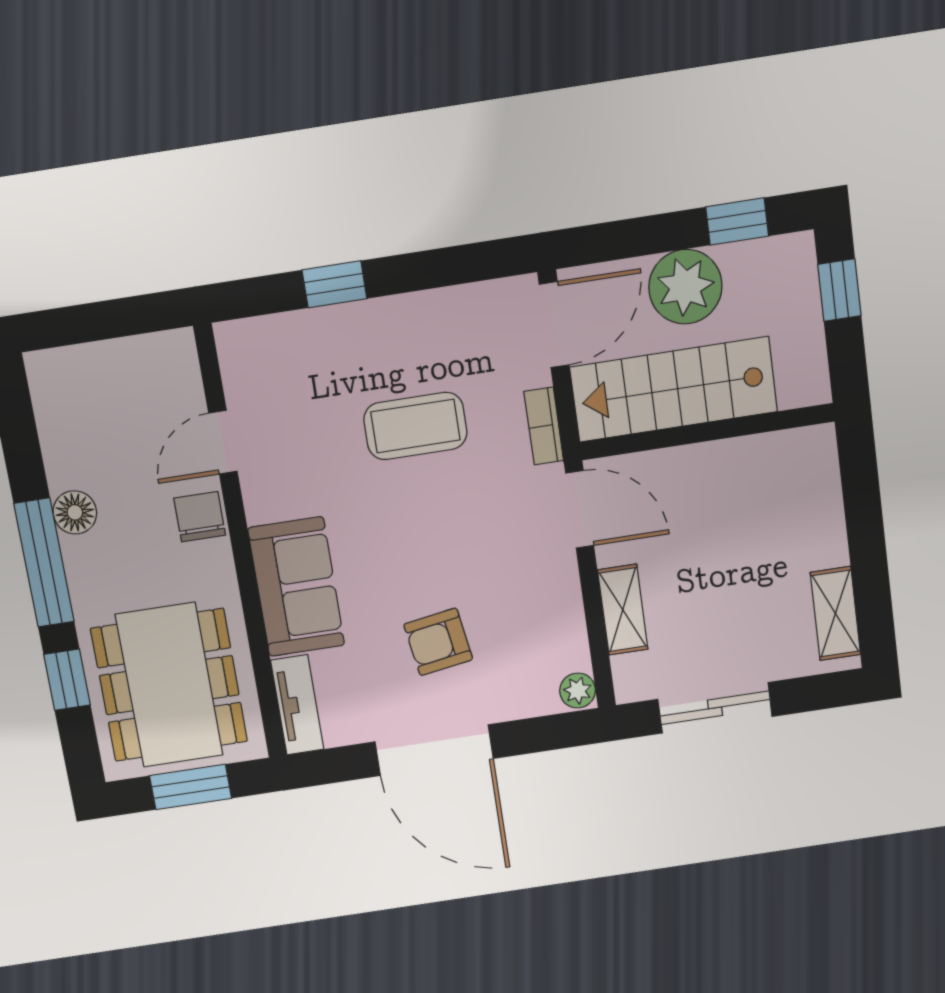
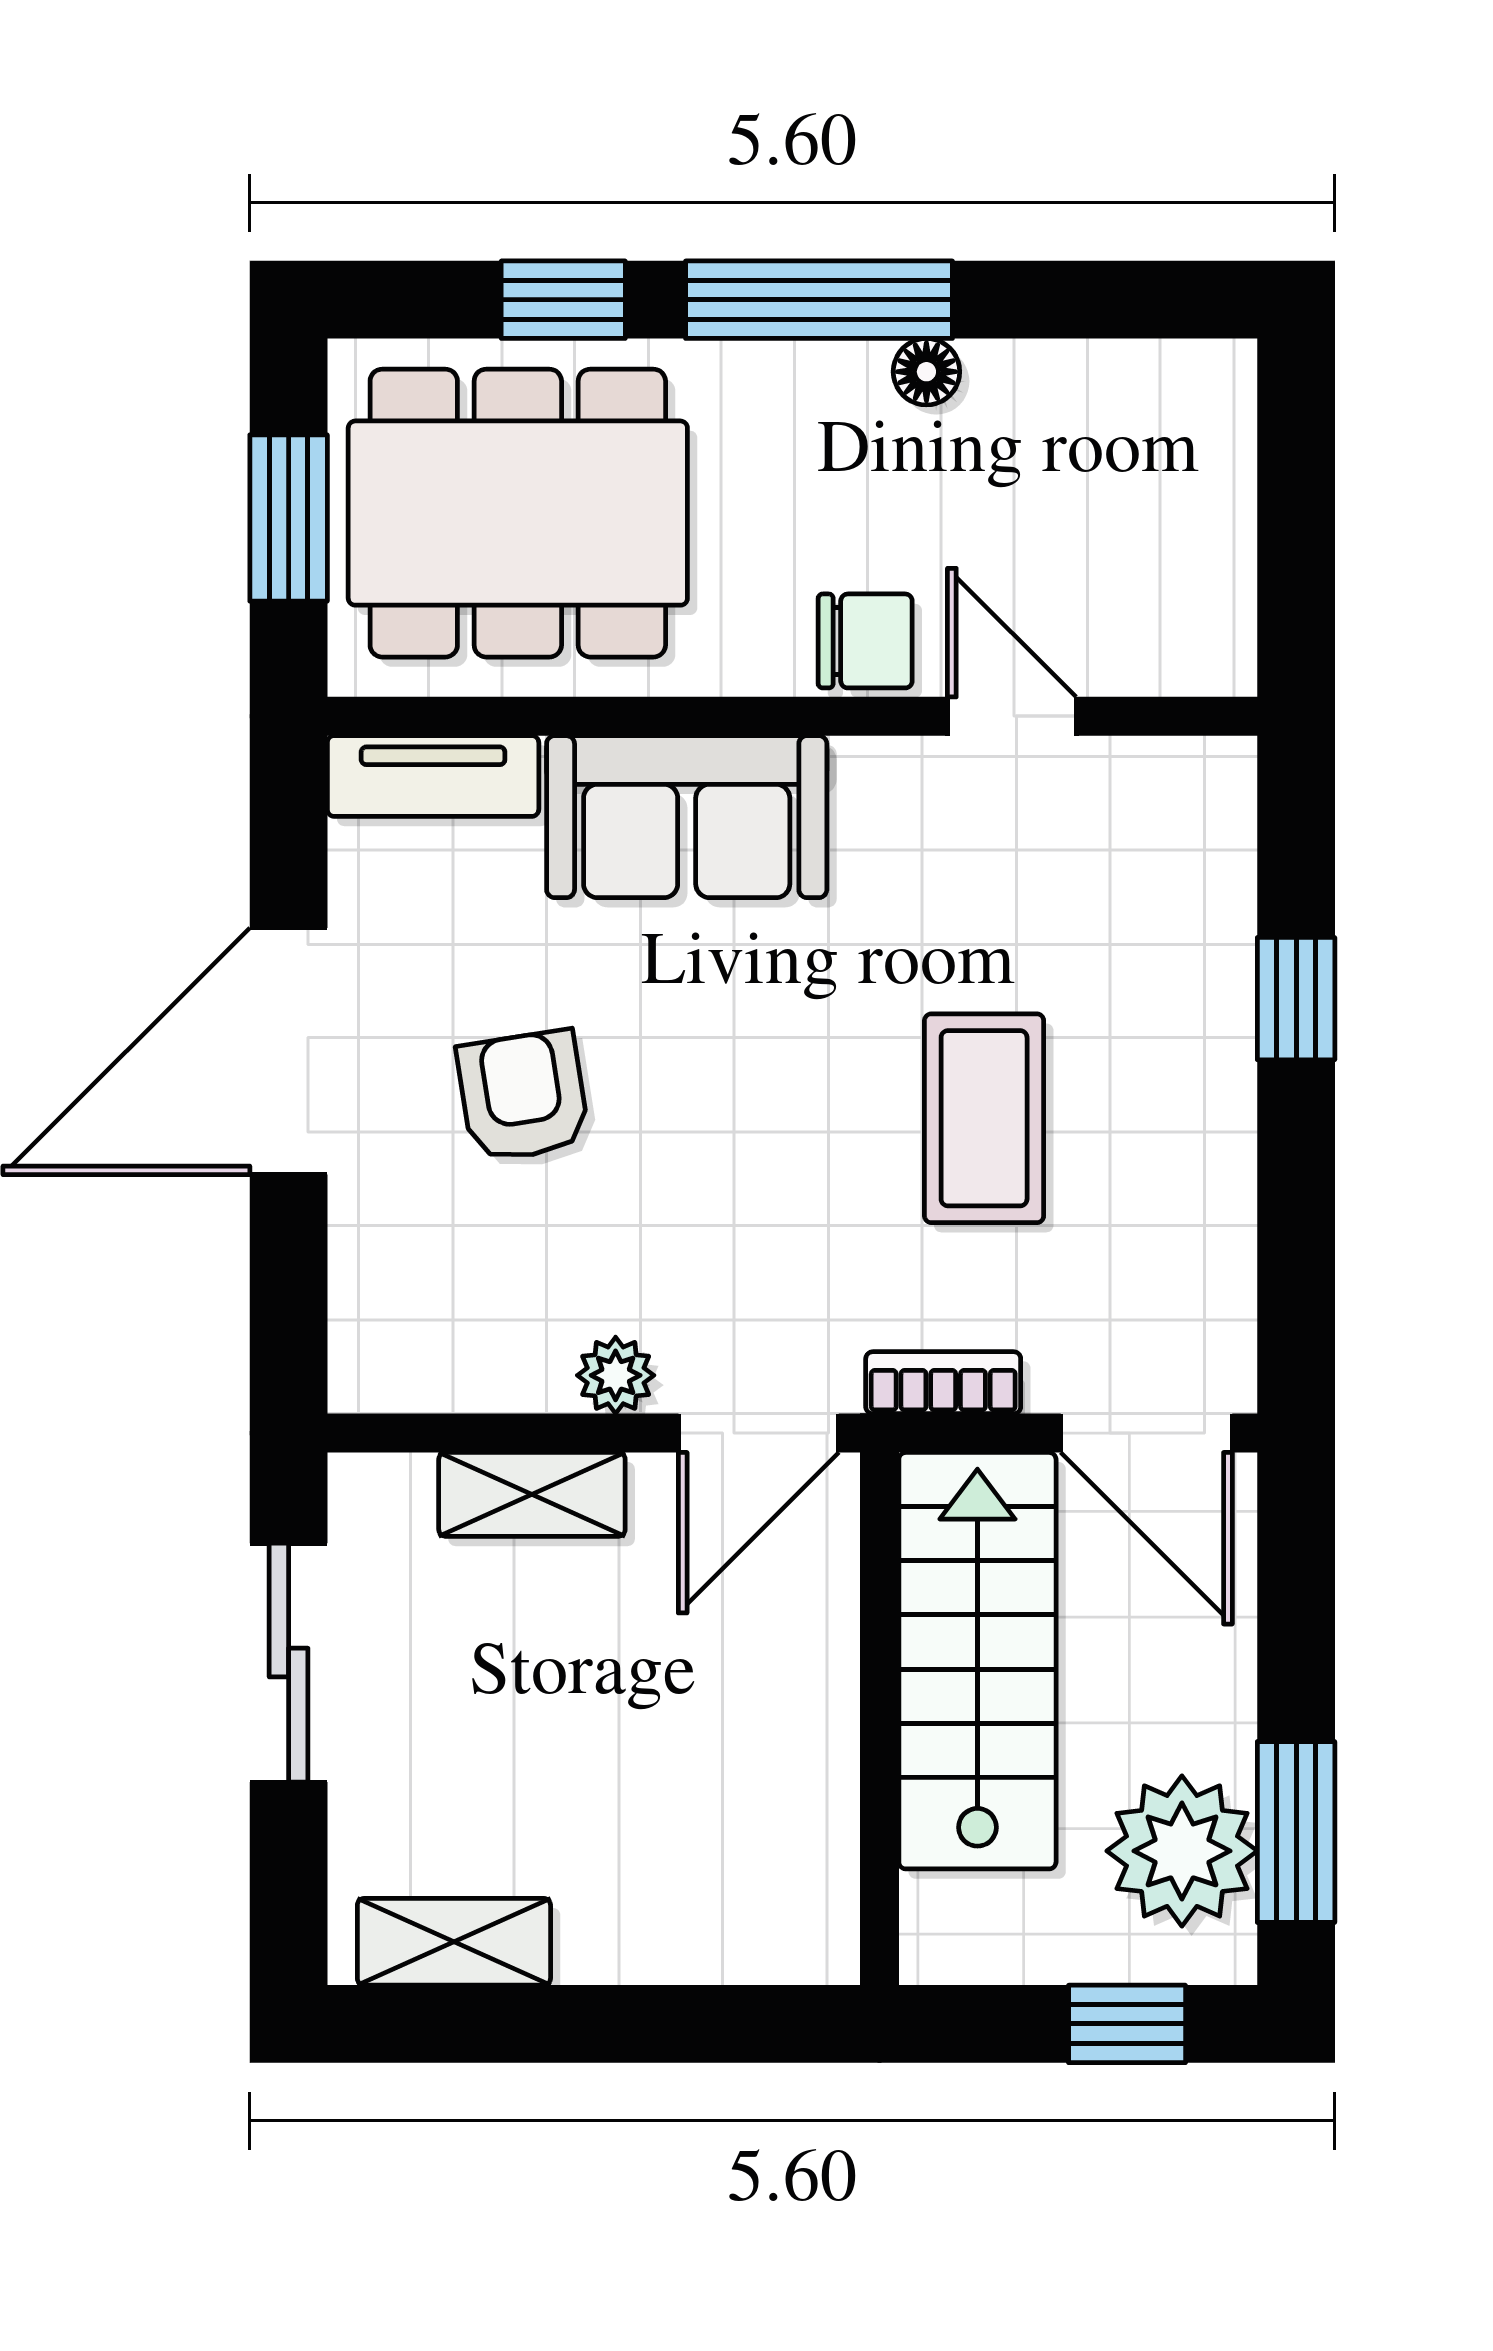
window: (737, 221) -> (1296, 1832), width x1.50
plant: (685, 287) -> (1182, 1851), moved
floor lamp: (75, 512) -> (926, 372), width x0.73, depth x0.73
plant: (578, 691) -> (616, 1375), moved

